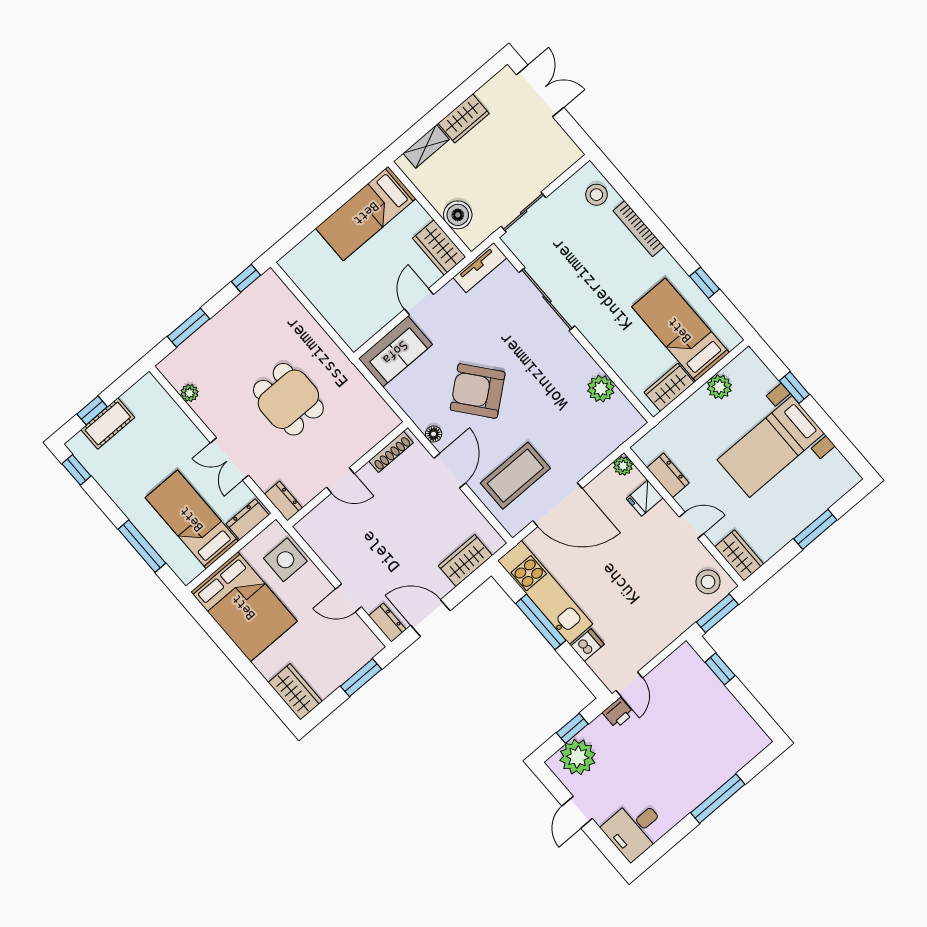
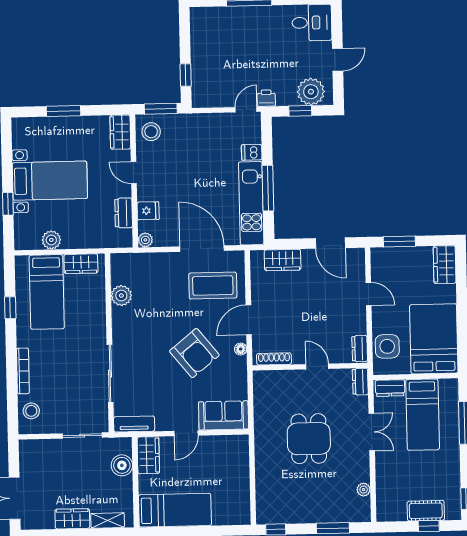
dresser: (387, 623) -> (360, 349), moved

